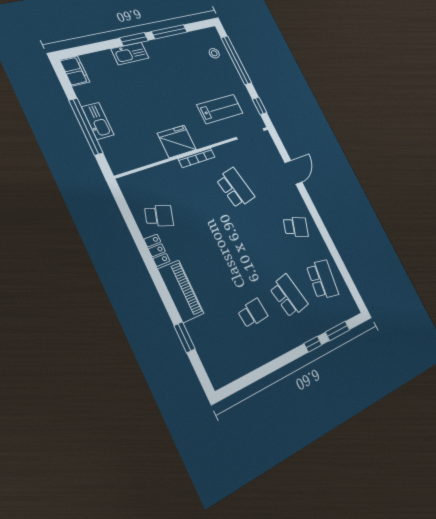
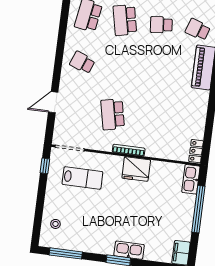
window: (169, 32) -> (66, 253), moved
window: (236, 60) -> (39, 211), removed
lab bench: (220, 109) -> (82, 178), turned 180
kitchen sink: (98, 121) -> (191, 179), moved
school desk: (159, 216) -> (198, 30), moved
locker: (157, 250) -> (196, 151), moved

